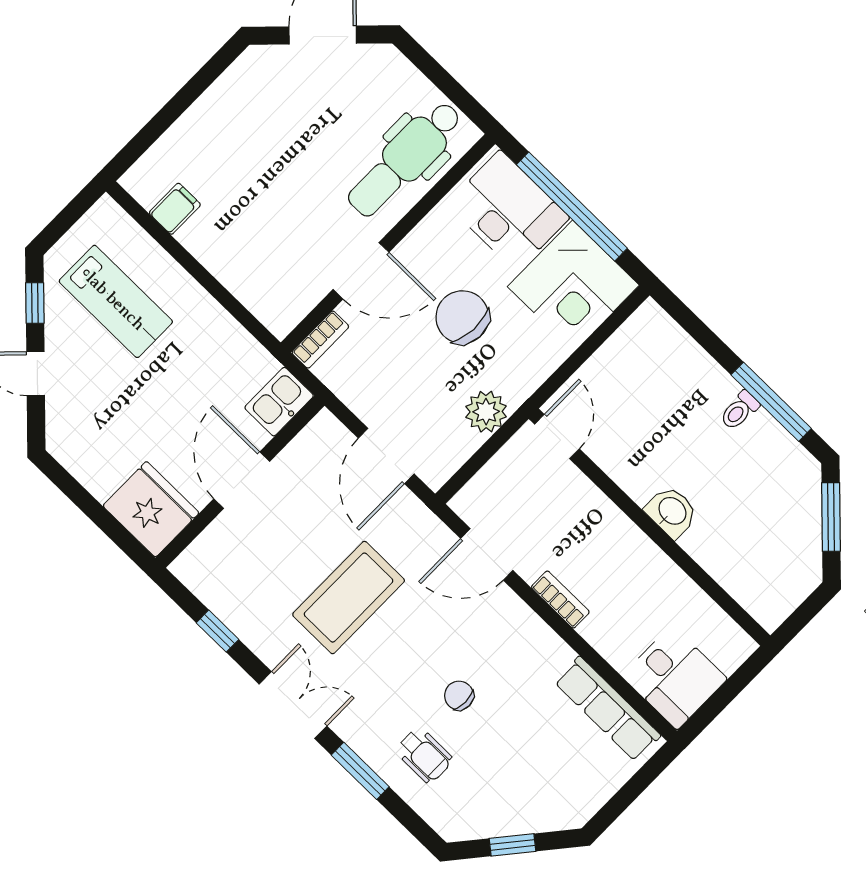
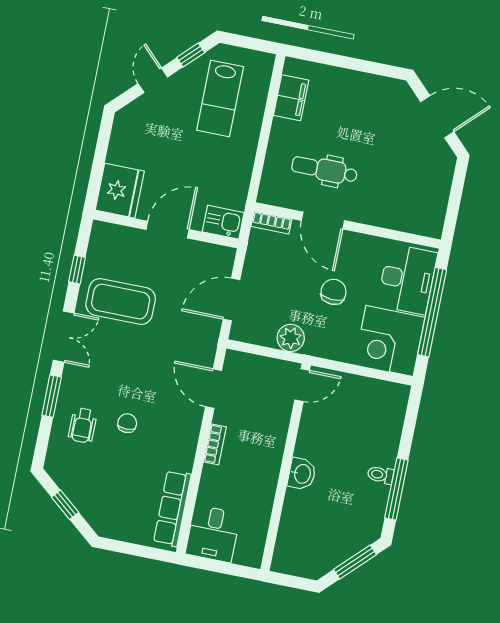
dental chair: (405, 159) -> (325, 170), moved, width x0.73, depth x0.72
filing cabinet: (175, 209) -> (291, 98), width x2.00
chair: (462, 317) -> (334, 292), width x0.73, depth x0.73
coffee table: (349, 598) -> (121, 302), moved

